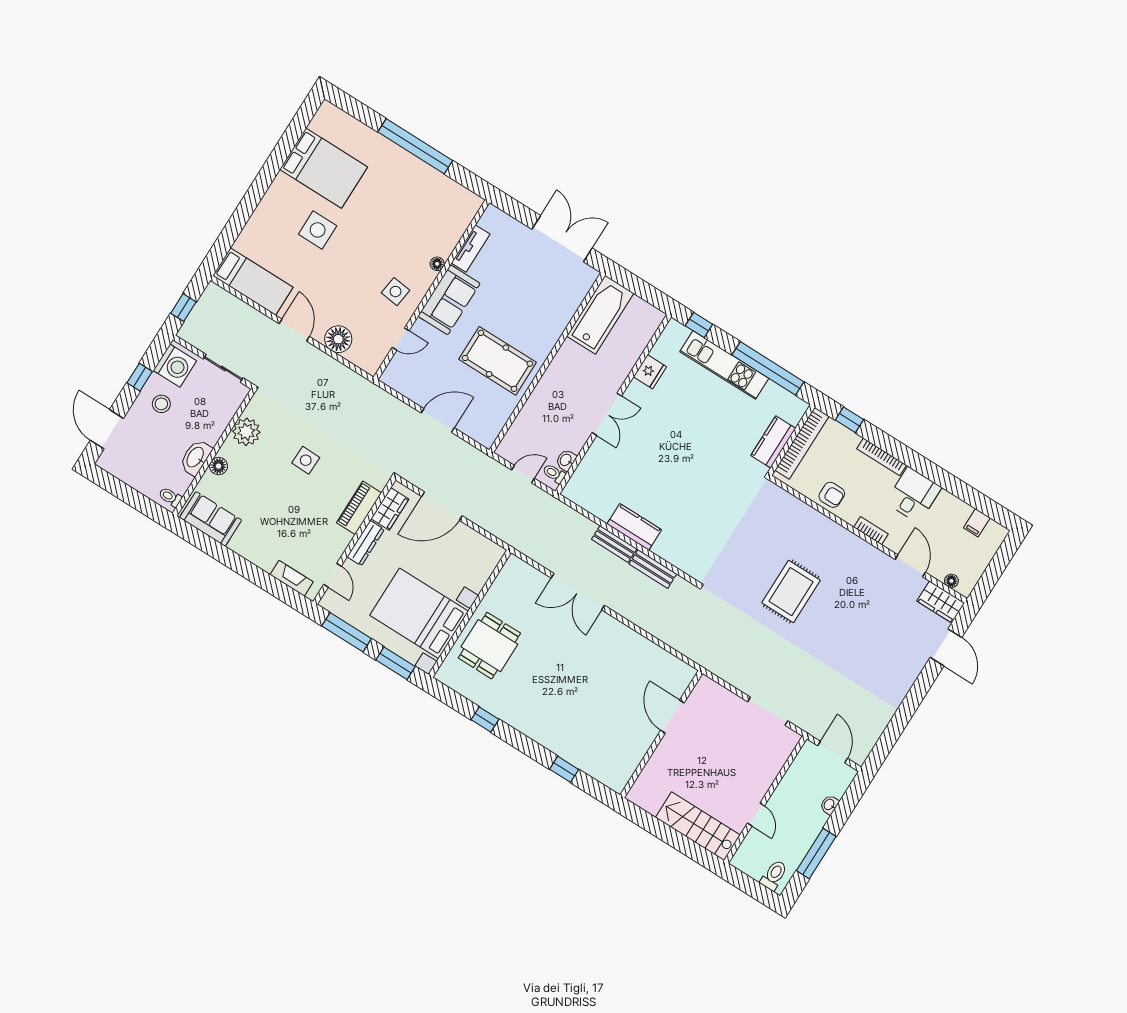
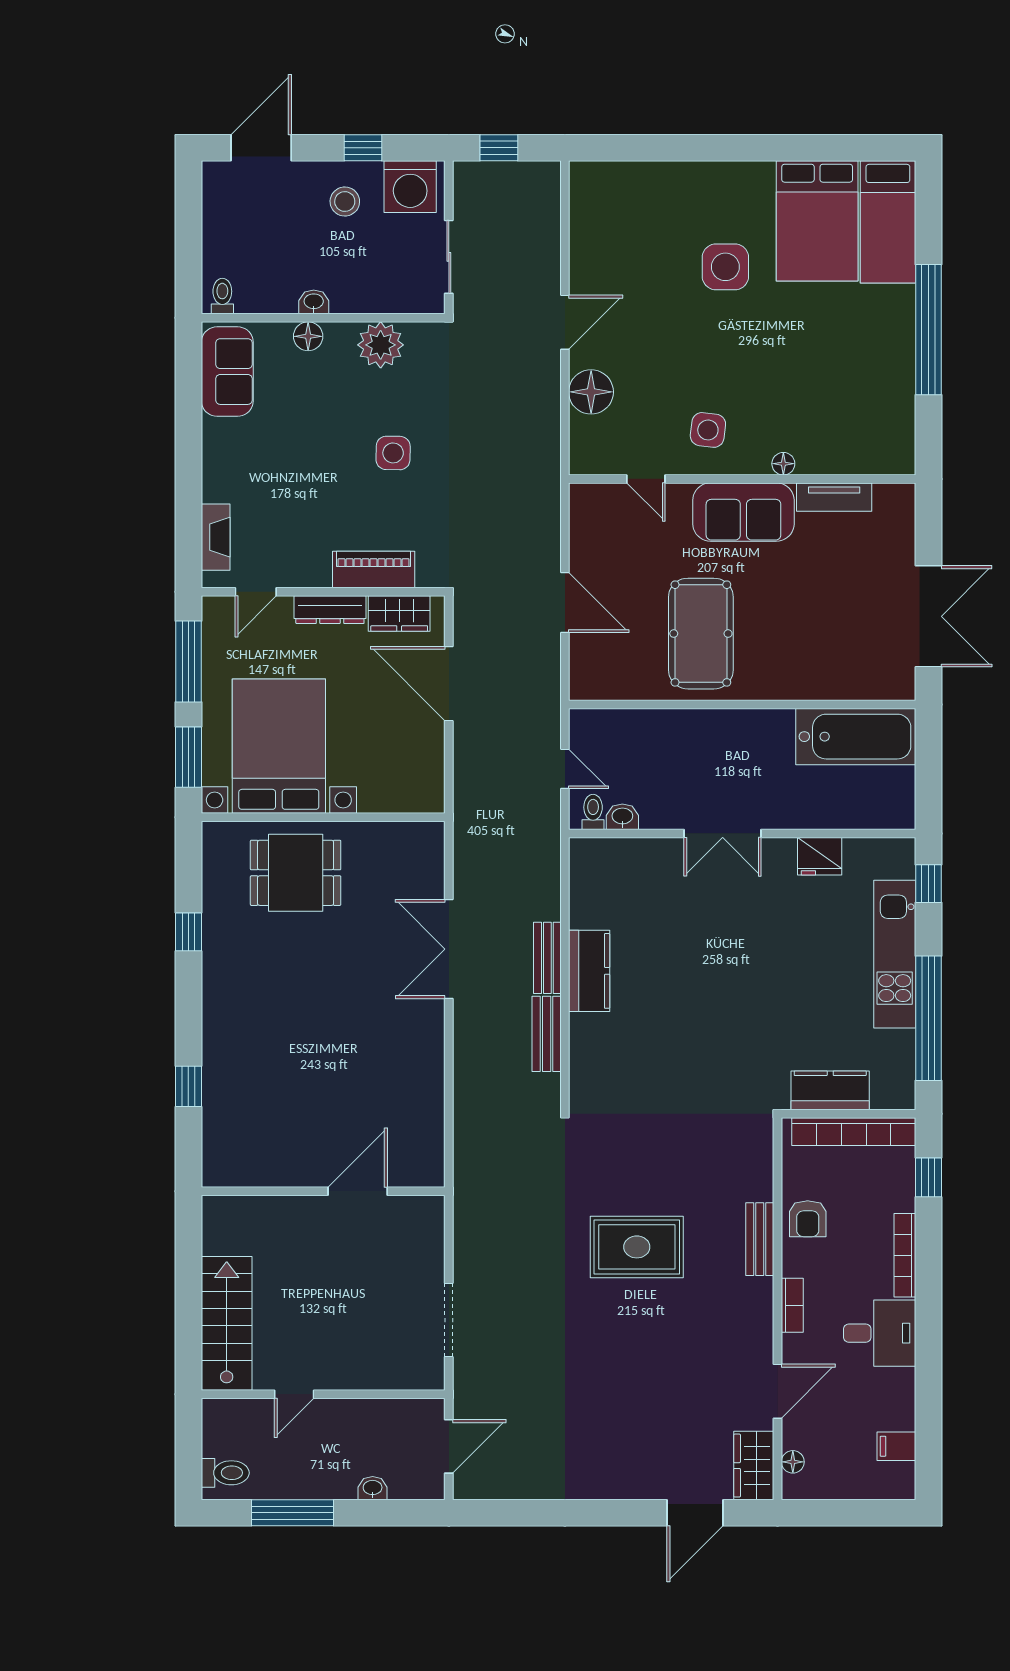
bed: (253, 282) -> (888, 222), moved
washbasin: (196, 457) -> (314, 302), width x0.52, depth x0.69
bench: (827, 526) -> (760, 1239), added

